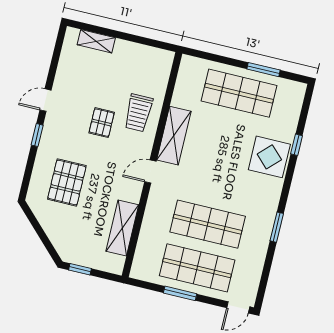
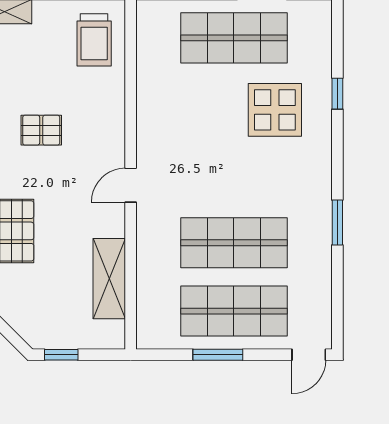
trolley: (138, 113) -> (94, 40), moved
pallet: (102, 123) -> (41, 130), turned 90
shelving: (174, 136) -> (153, 124), removed
display table: (269, 157) -> (275, 110), moved

